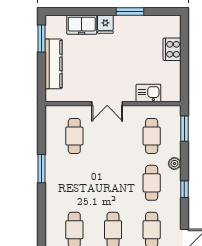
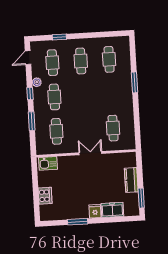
kitchen counter: (54, 64) -> (131, 180), width x0.67
kitchen sink: (148, 93) -> (48, 163), moved
window: (184, 129) -> (32, 121), moved
plant: (174, 164) -> (37, 82), moved
window: (41, 169) -> (135, 82), moved

